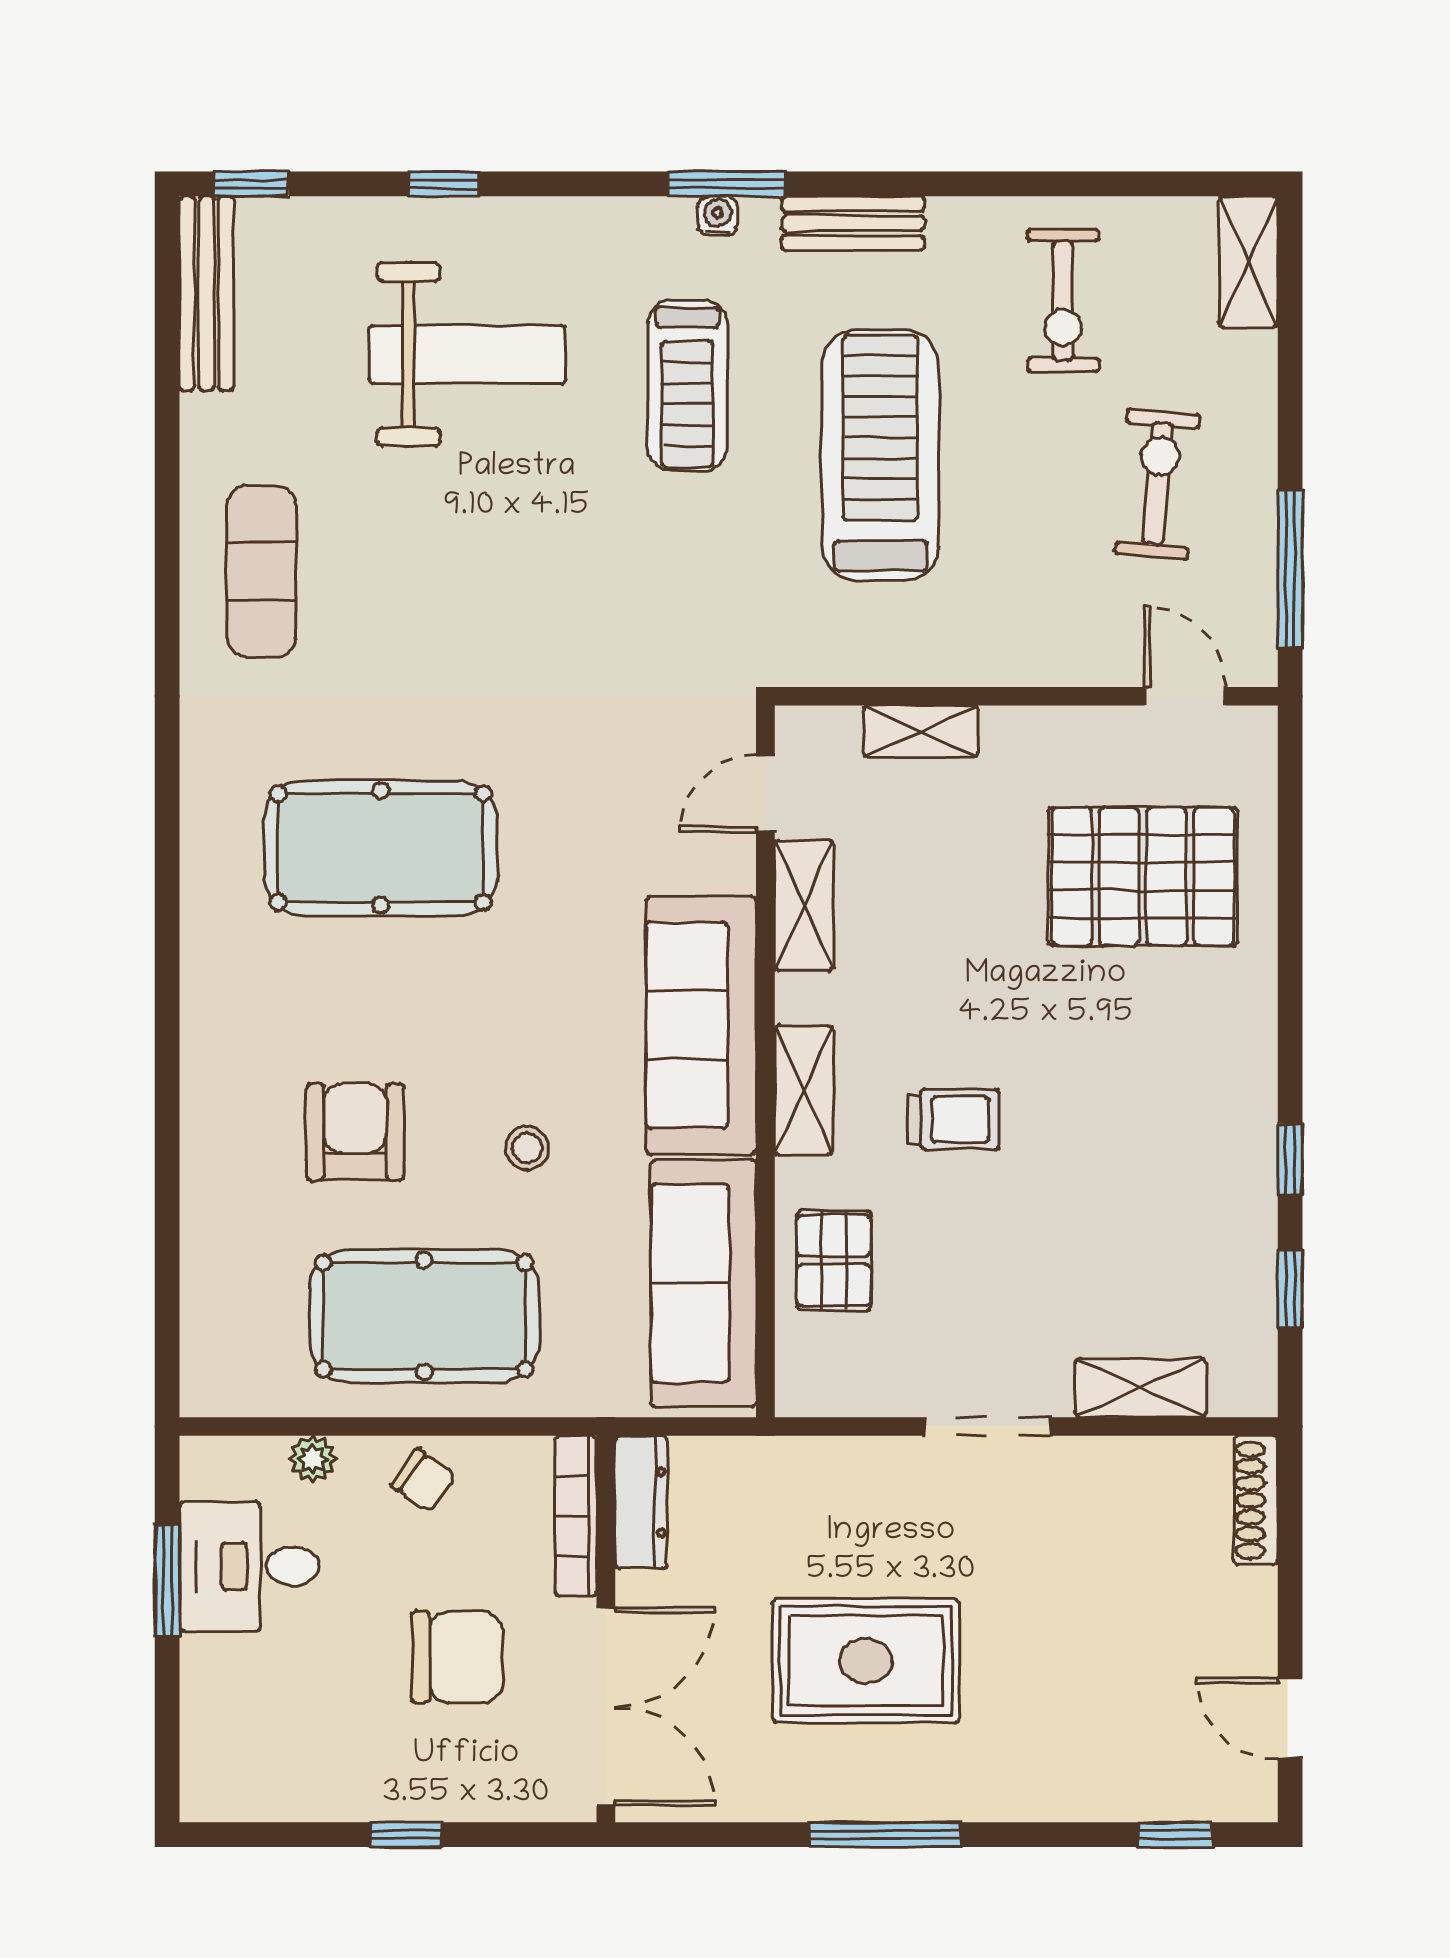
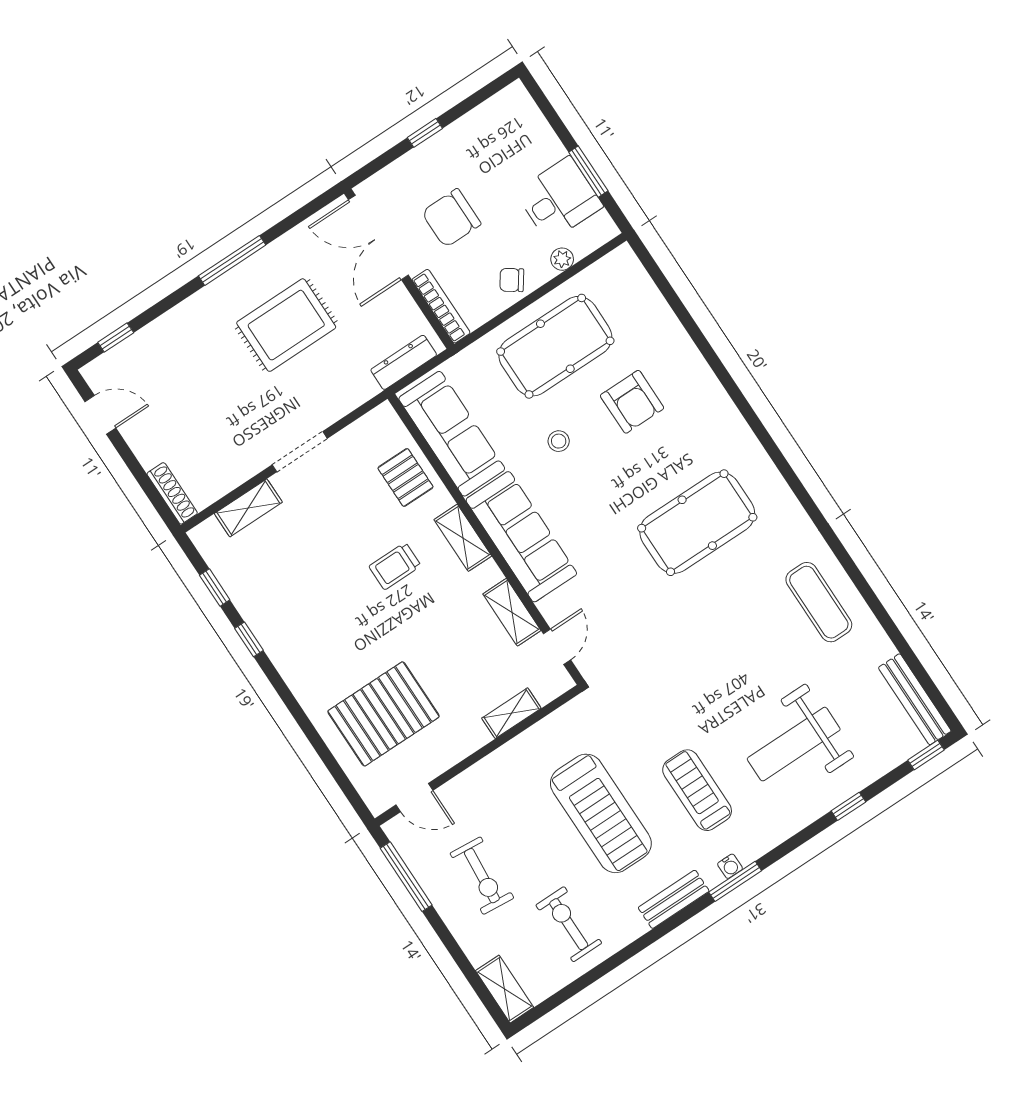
dresser: (641, 1502) -> (404, 362), moved, turned 90

